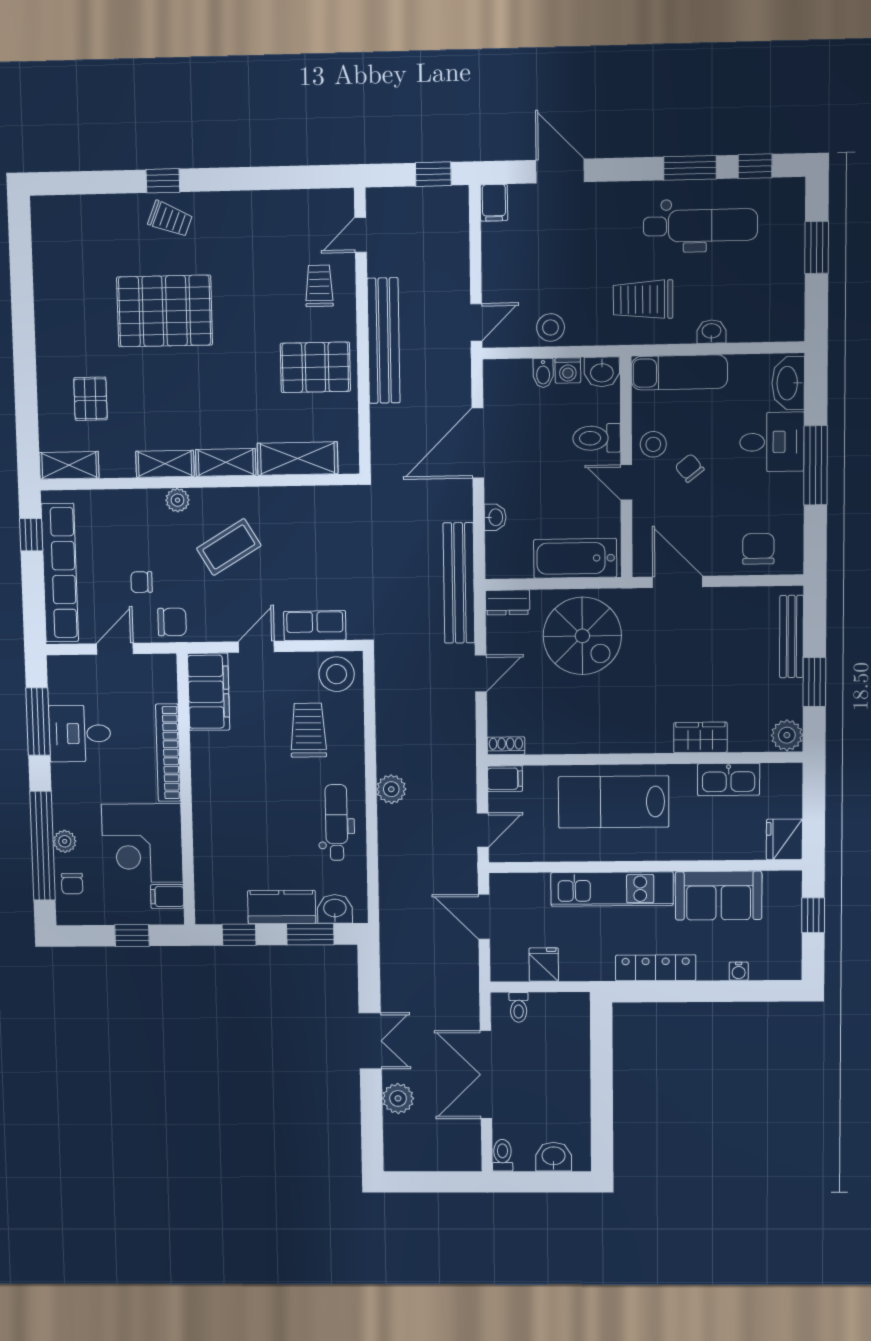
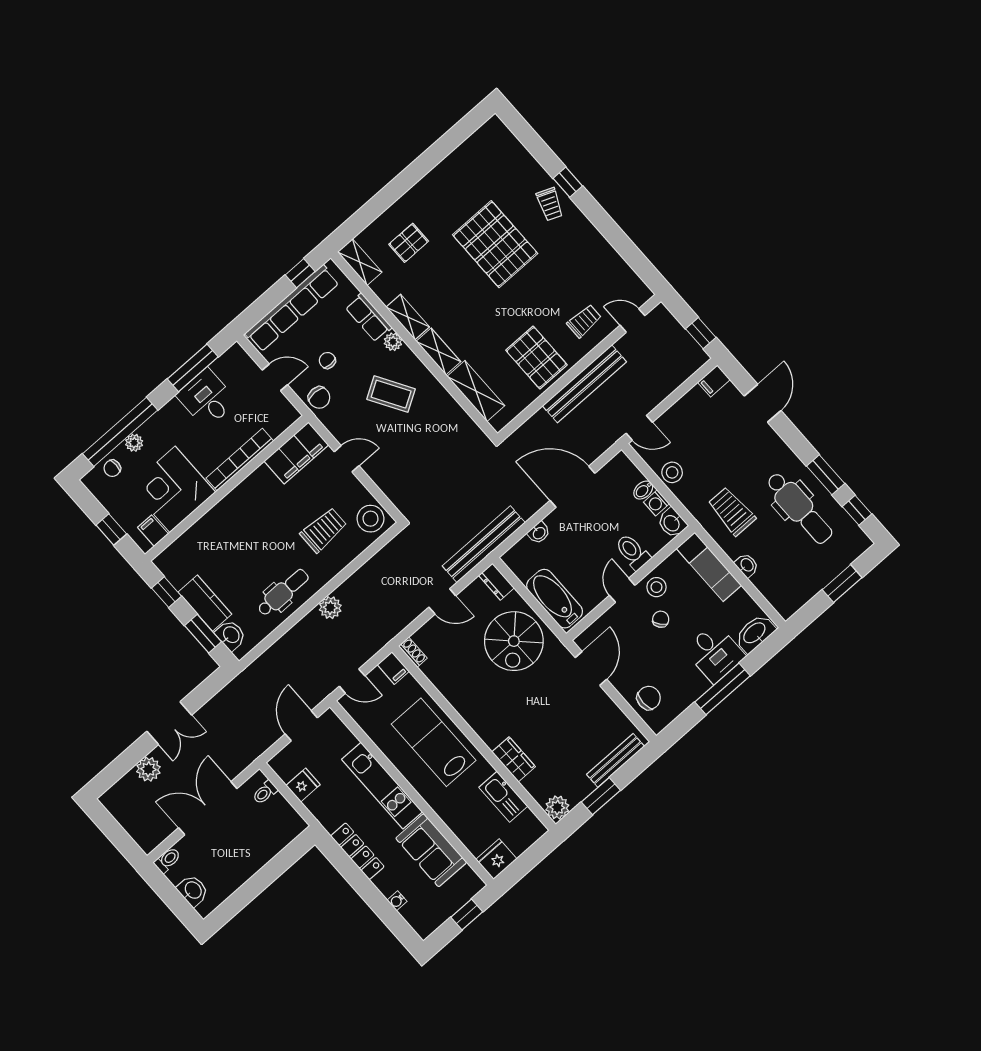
row of seats: (315, 626) -> (369, 317), moved, turned 180

